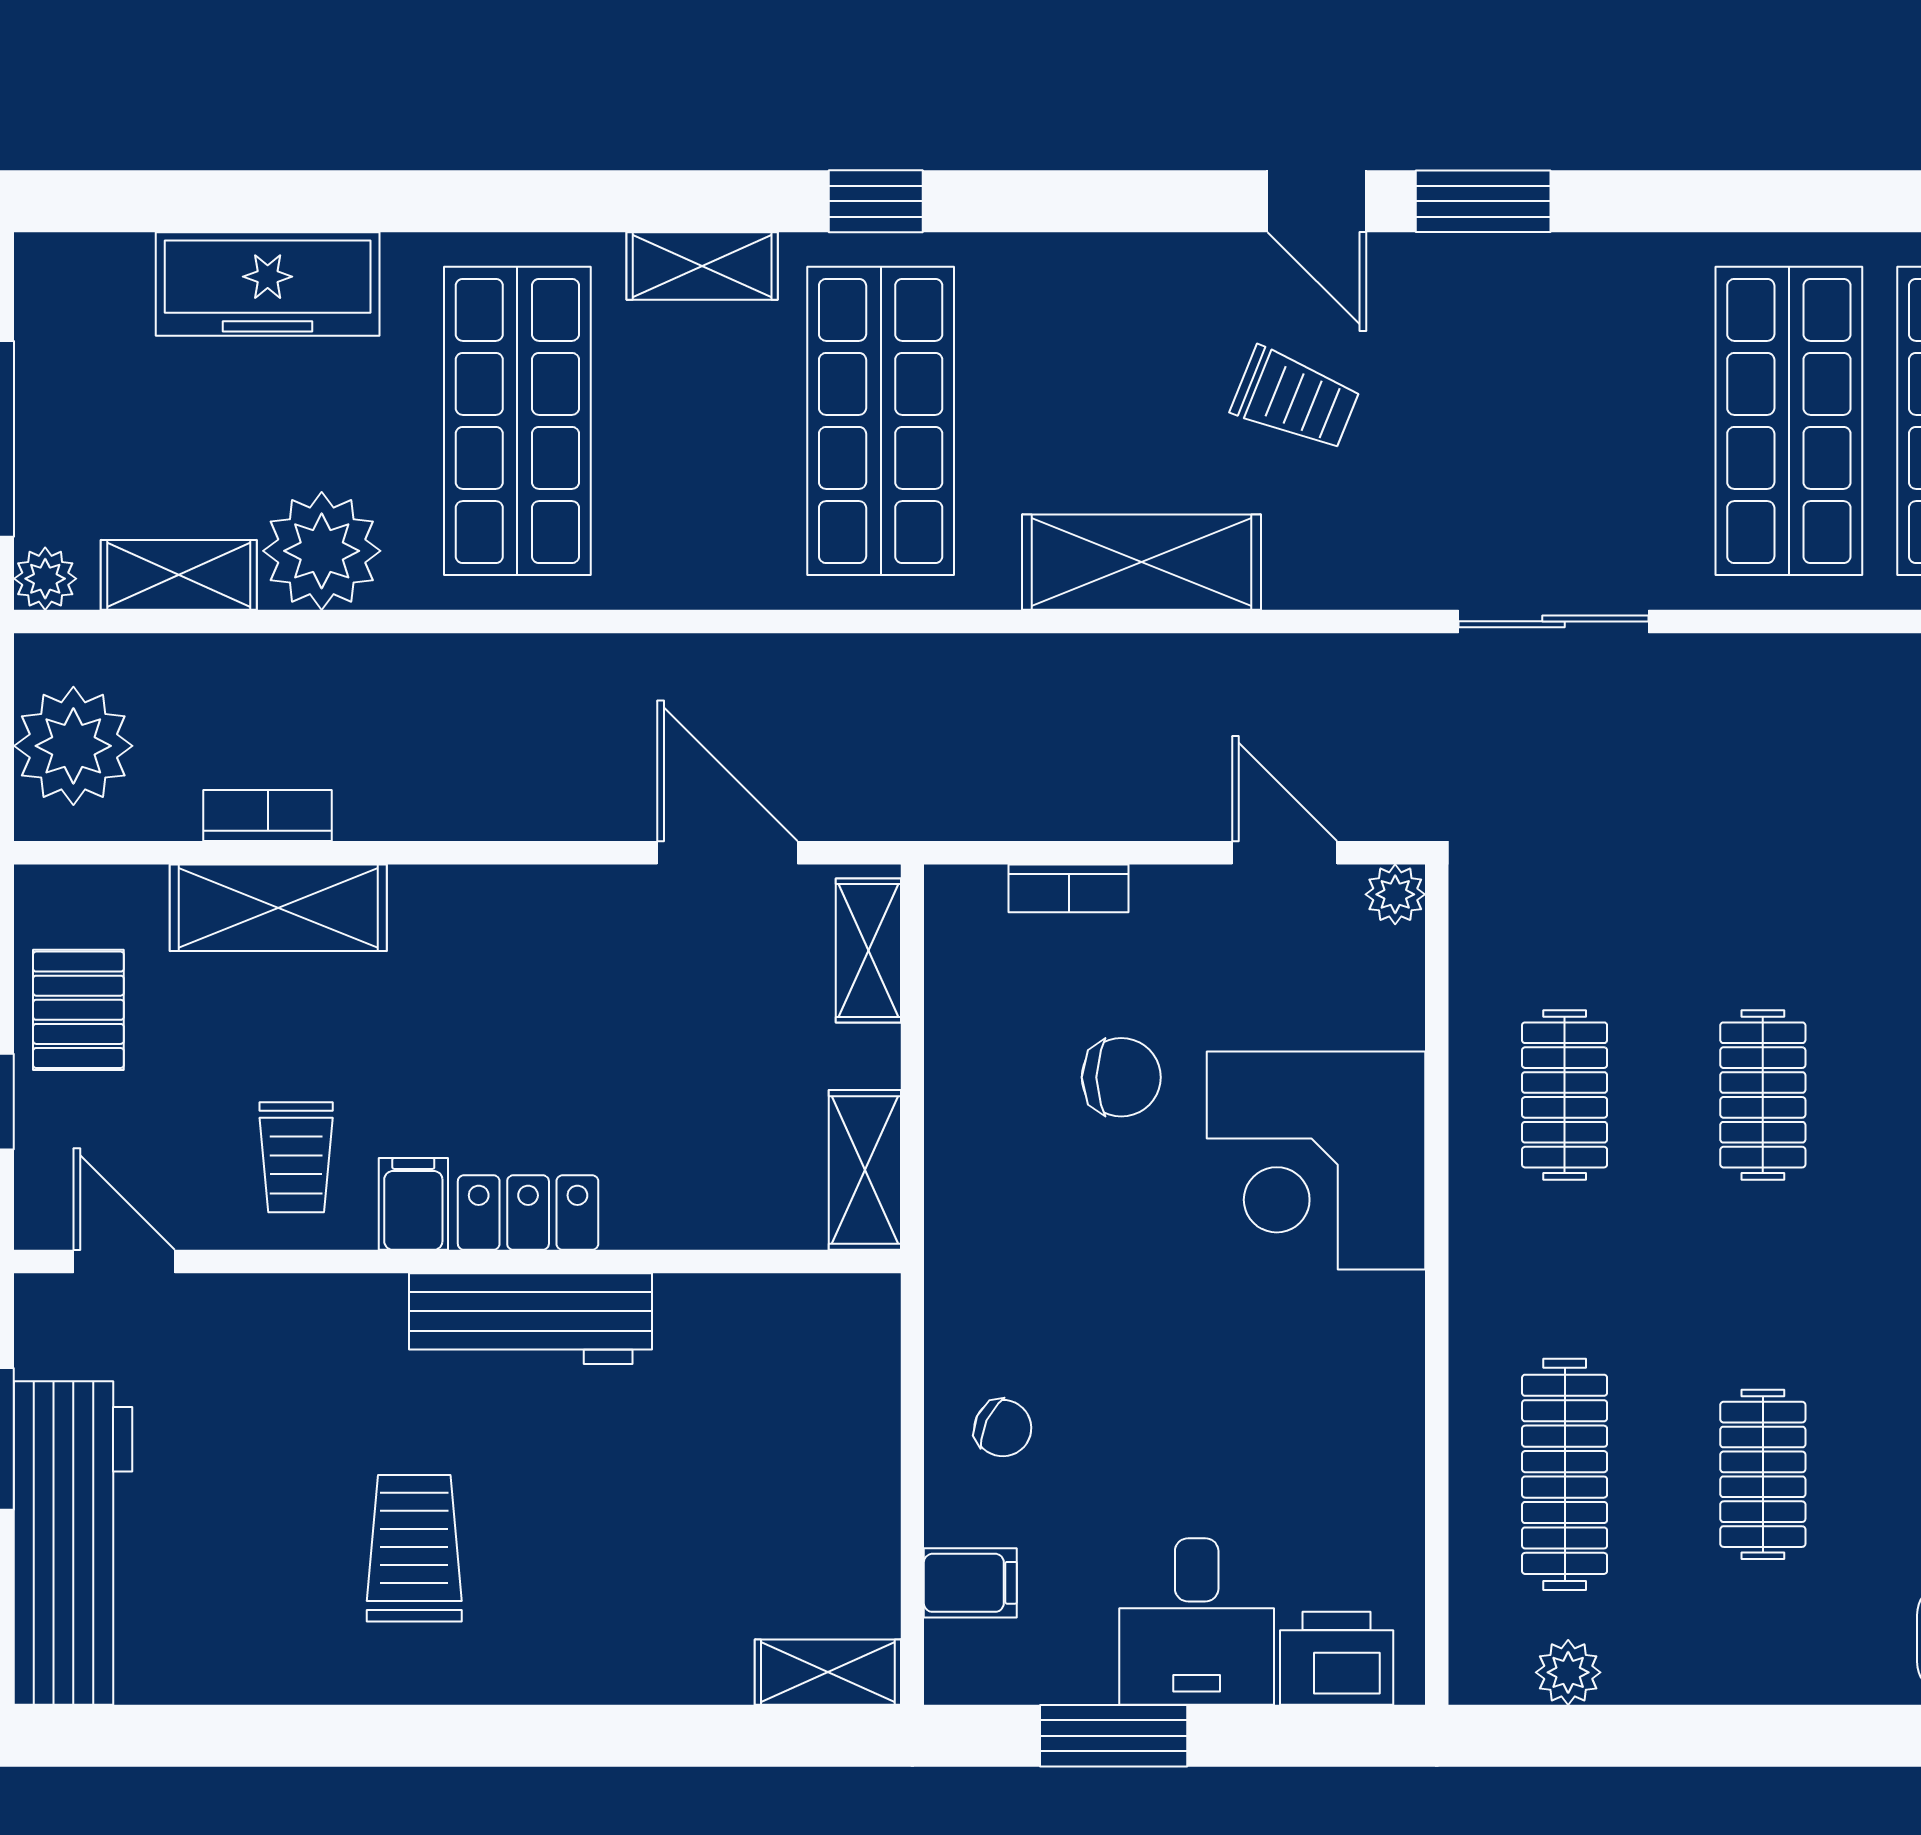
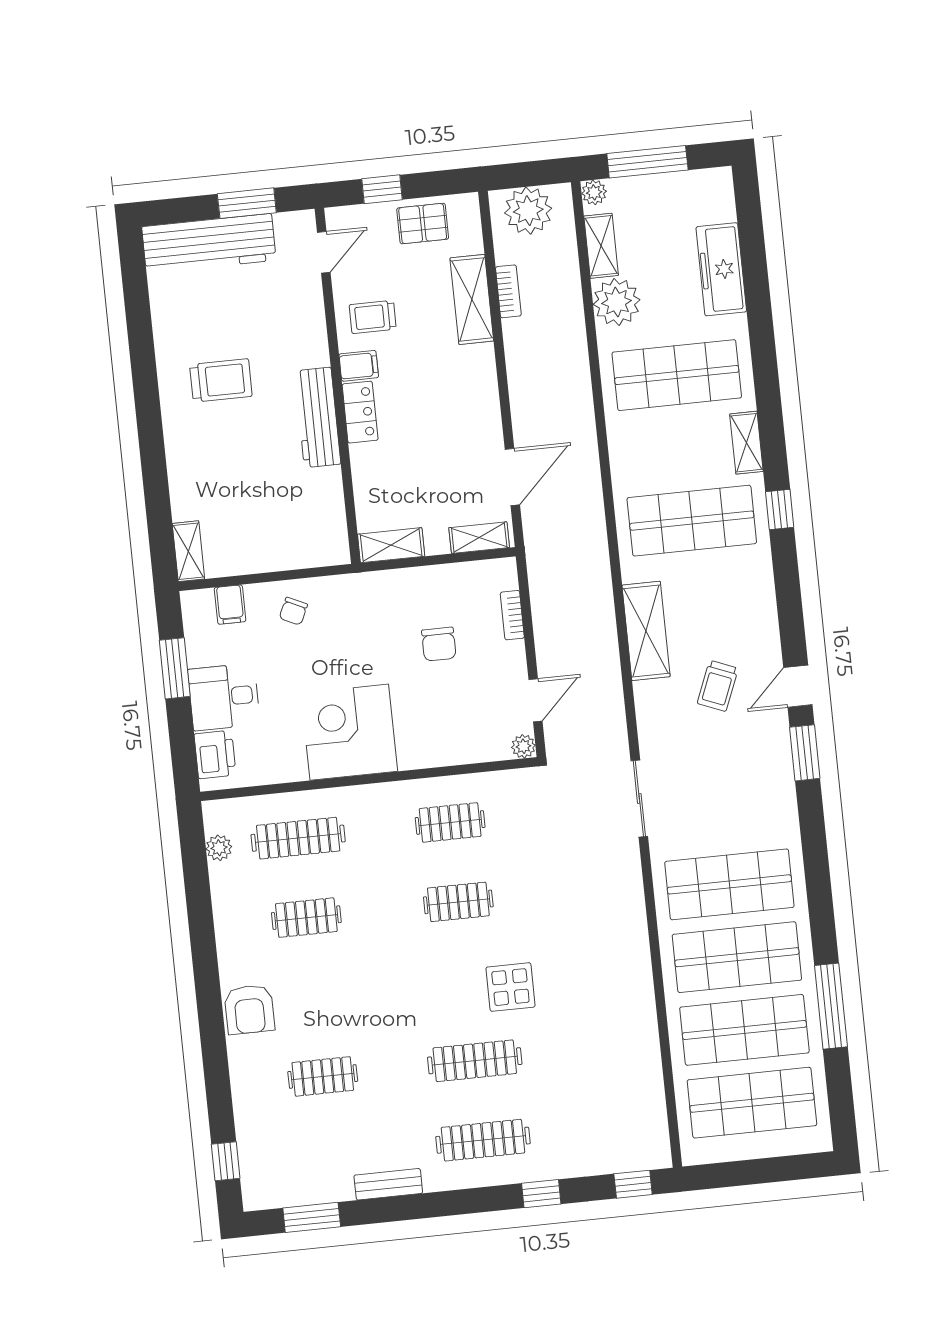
corner desk: (1316, 1160) -> (349, 732), moved

